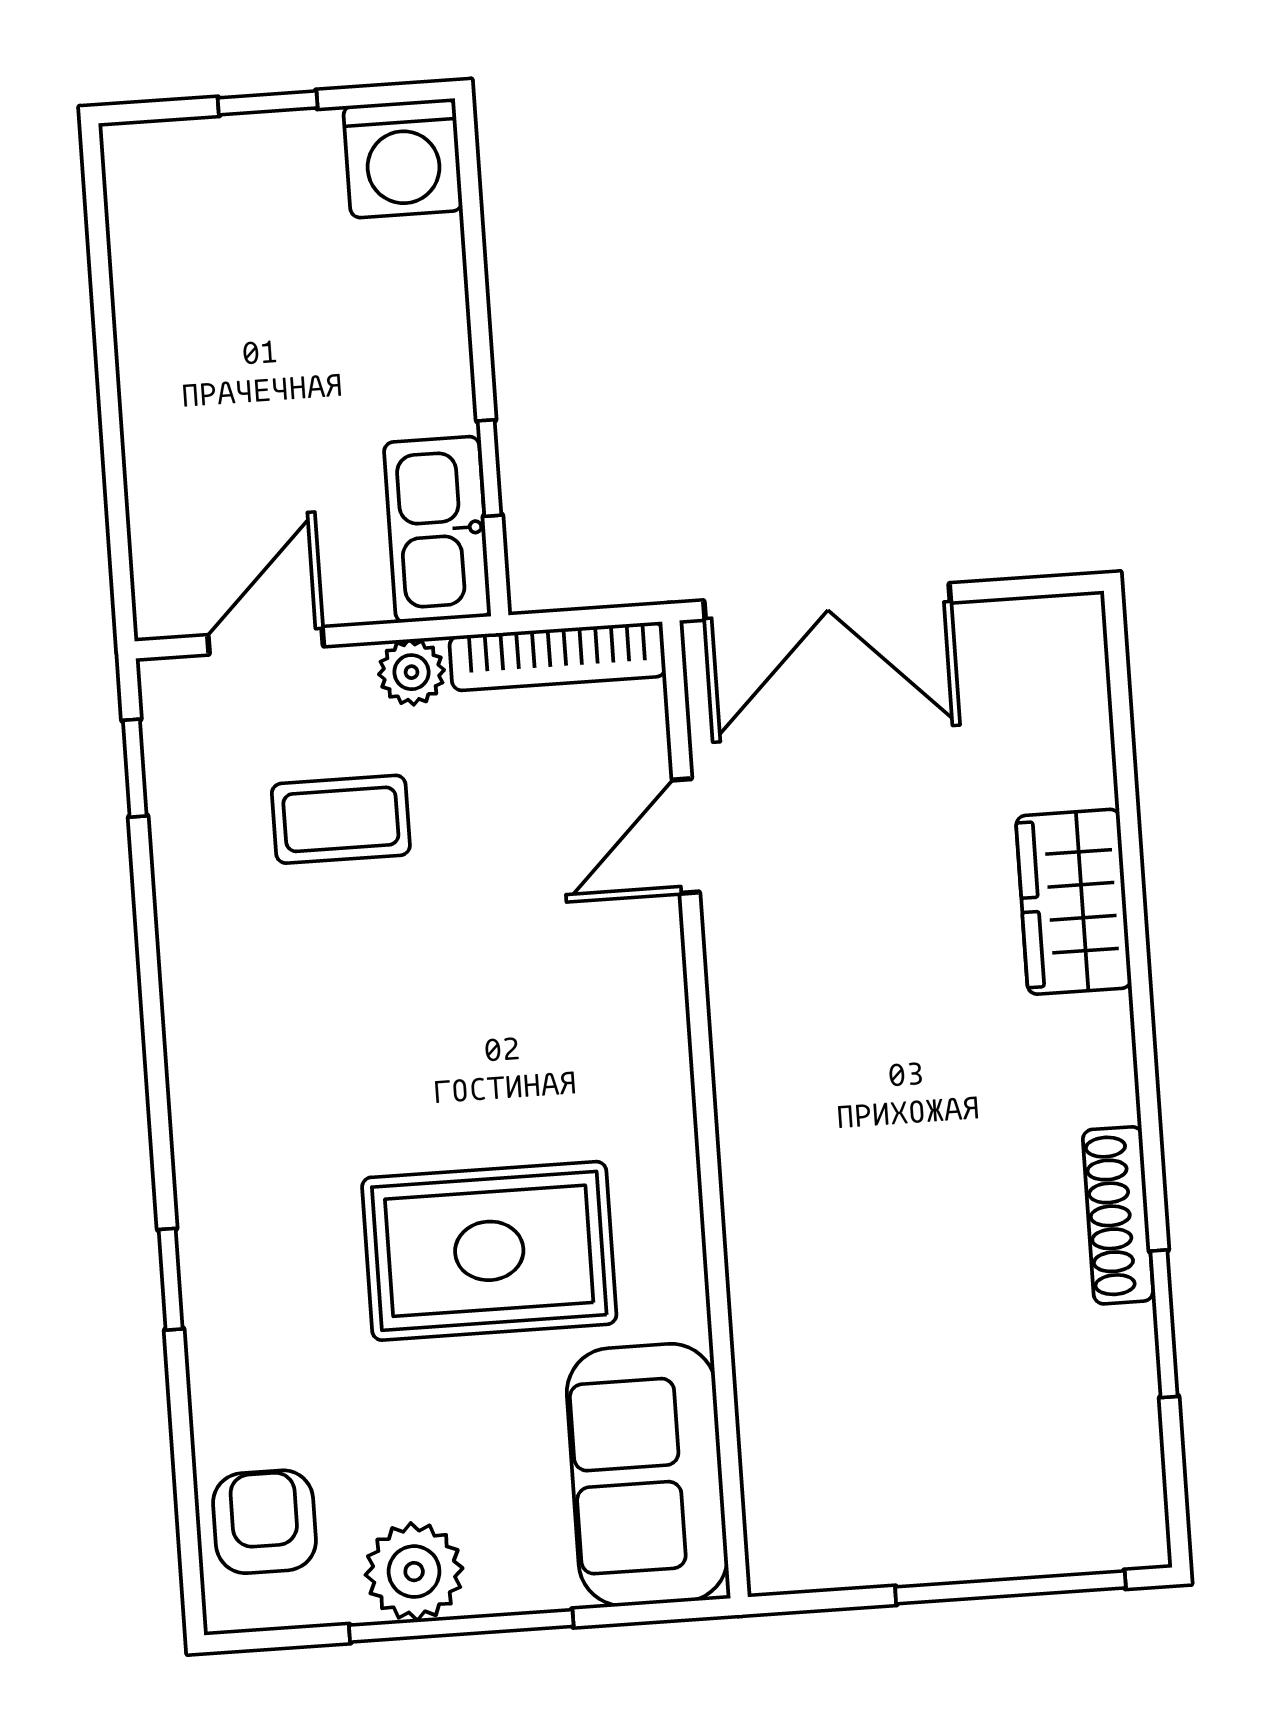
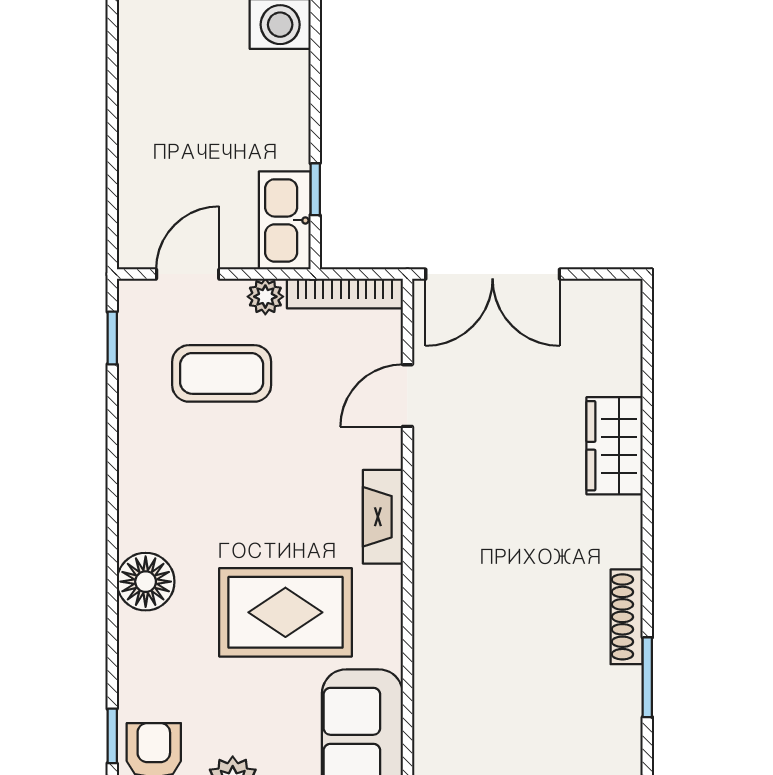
coffee table: (341, 819) -> (222, 373), width x1.36, depth x1.30
fireplace: (656, 1062) -> (383, 517), added
floor lamp: (228, 1212) -> (146, 582), added
window: (171, 1279) -> (112, 736), moved

